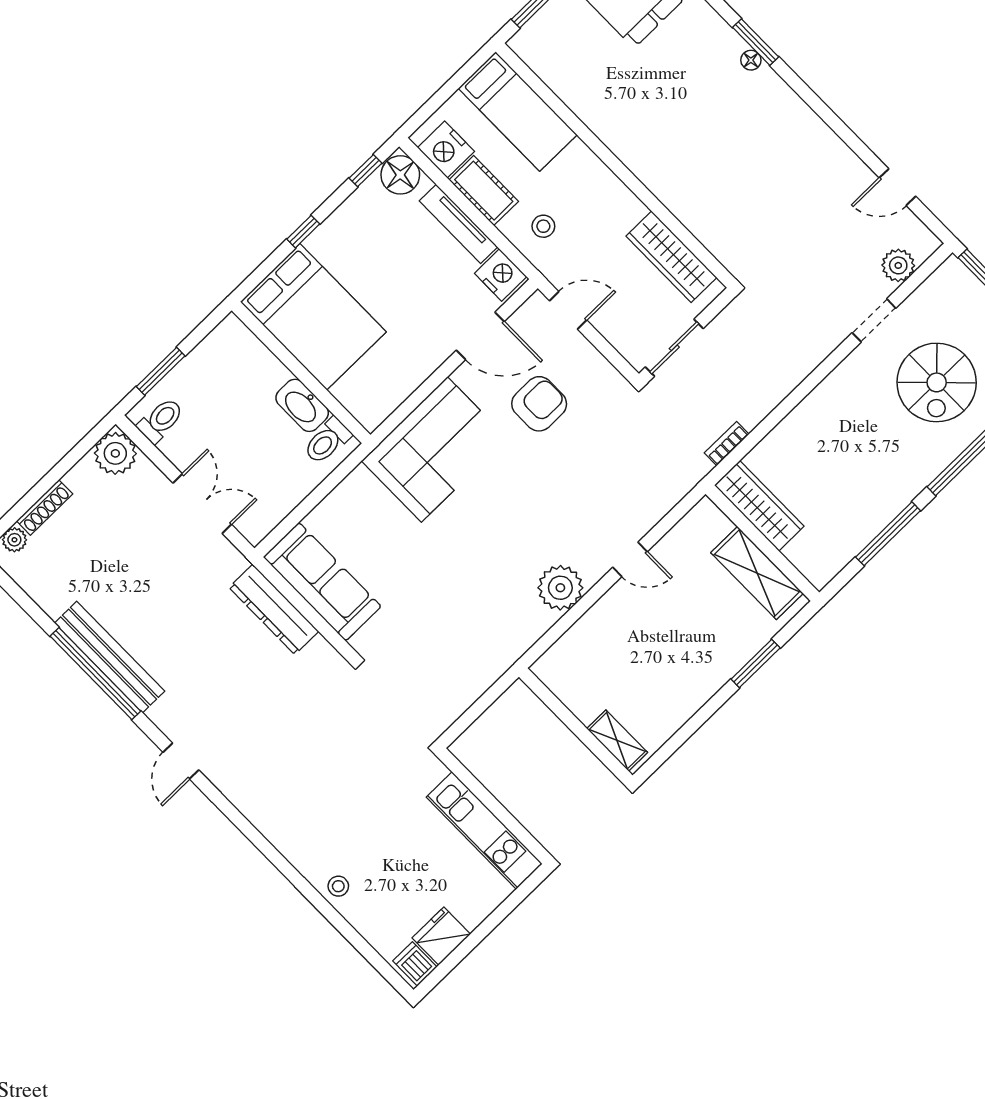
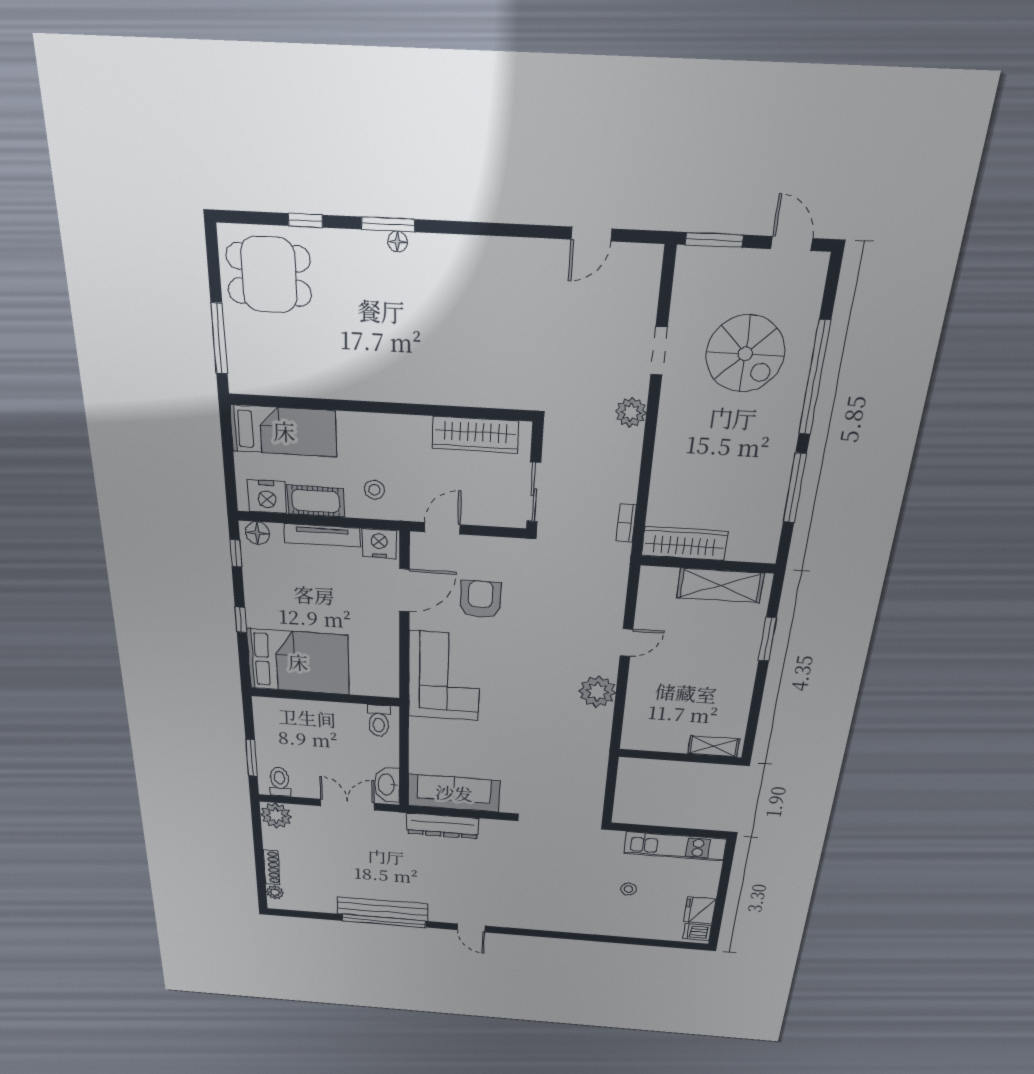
floor lamp: (400, 175) -> (257, 533), width x0.73, depth x0.73
plant: (898, 265) -> (631, 412), moved
washbasin: (302, 405) -> (387, 785), moved, turned 90
stool: (338, 886) -> (628, 889), moved

